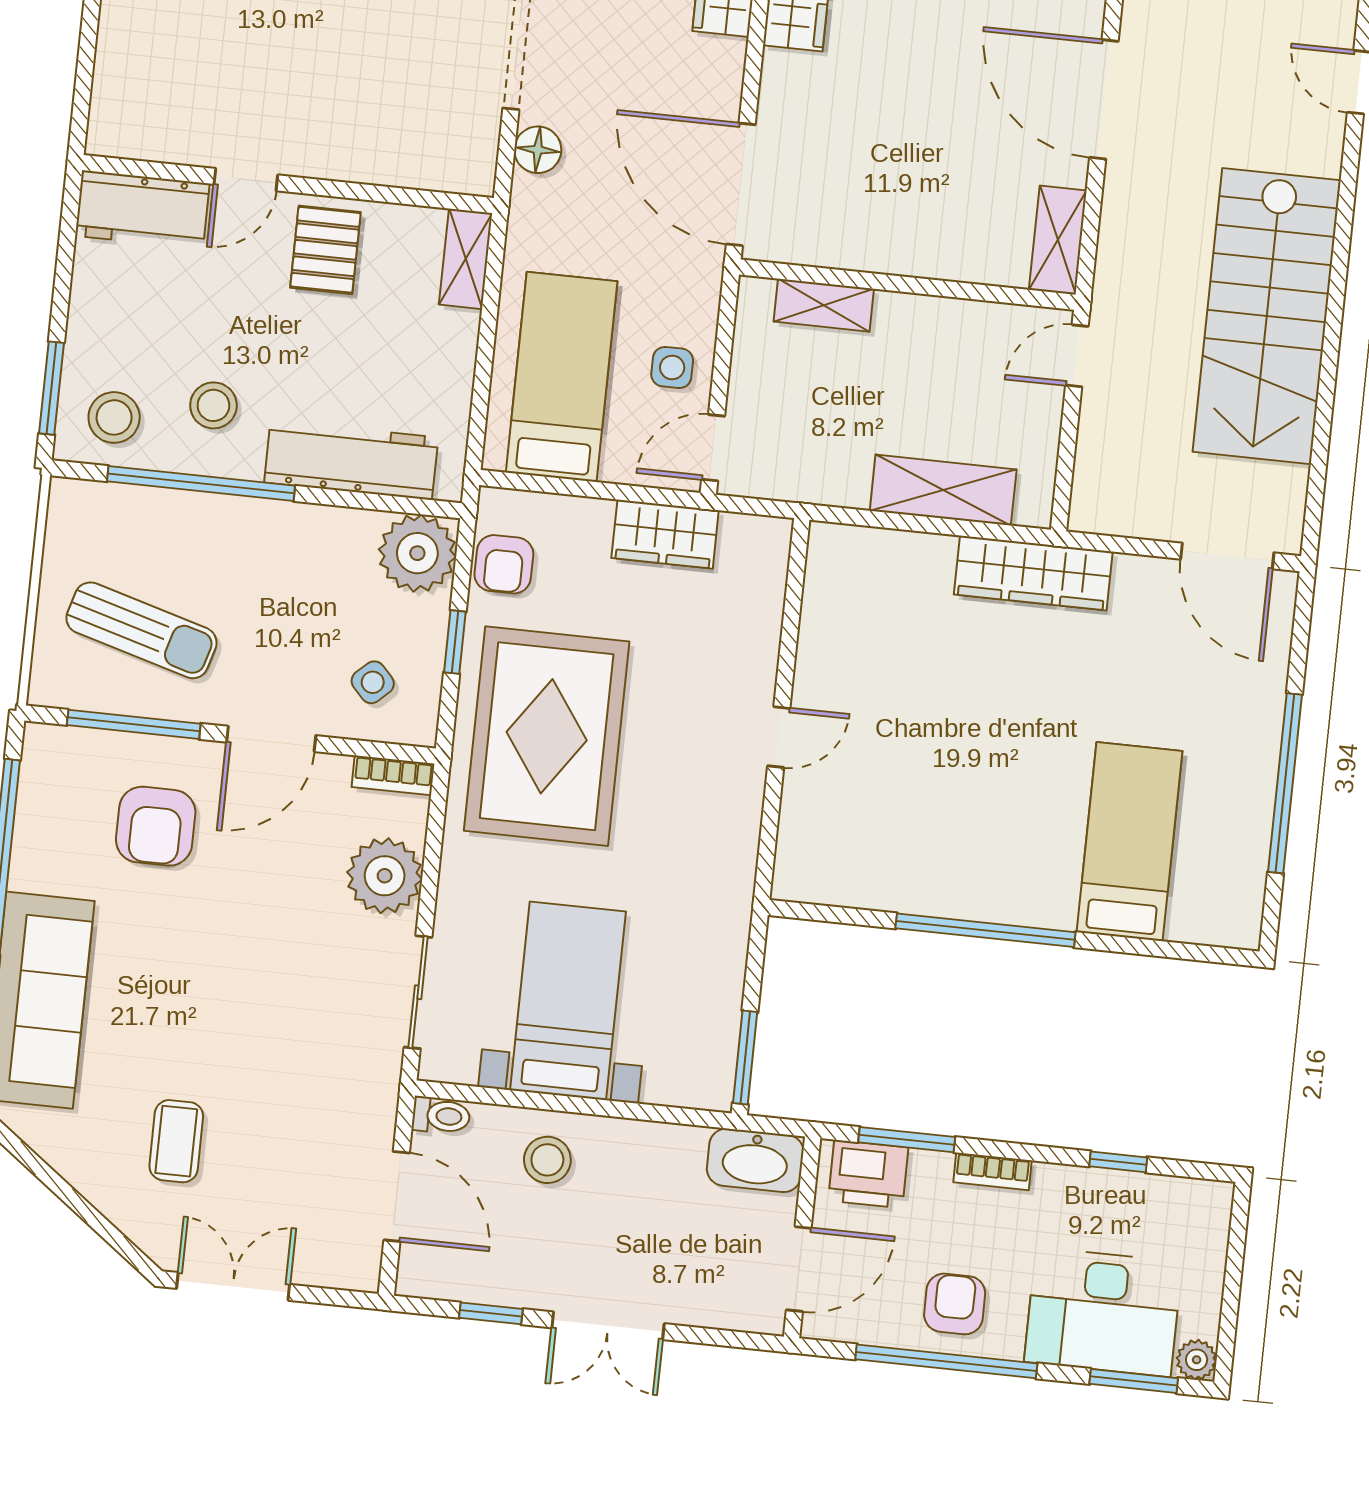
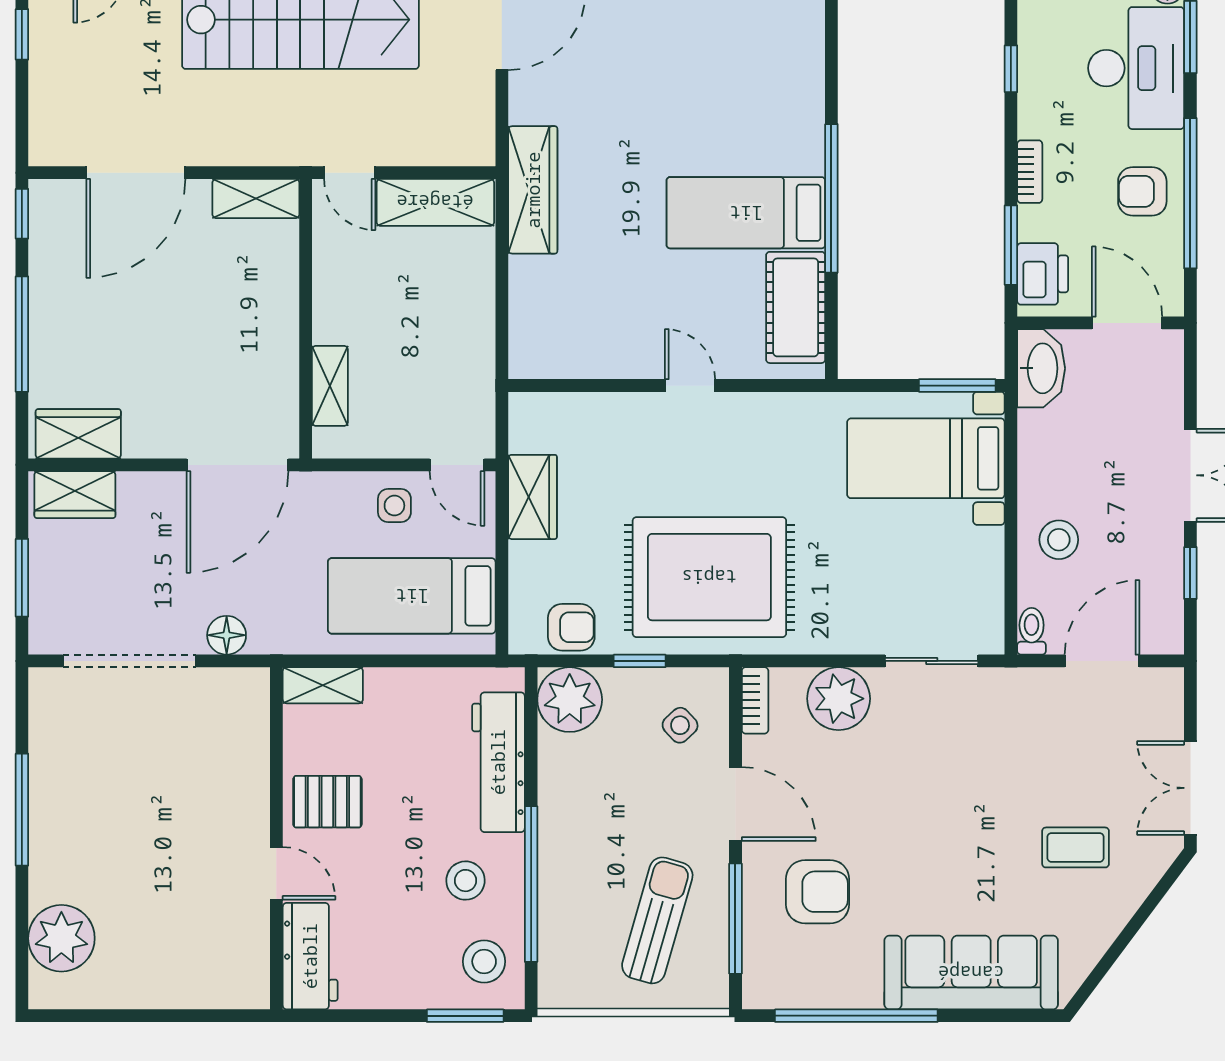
shelving: (943, 490) -> (435, 202), moved, turned 90
bed: (1129, 842) -> (746, 213), moved
cot: (859, 874) -> (796, 307), added
bed with nightstands: (568, 1001) -> (926, 458), moved

